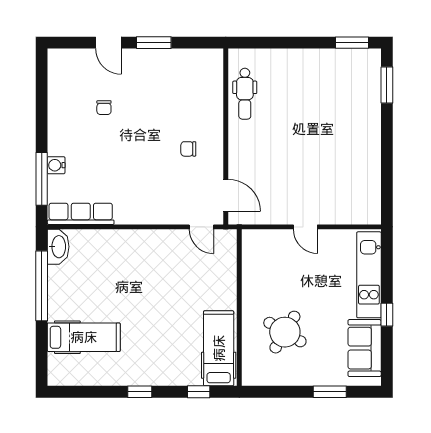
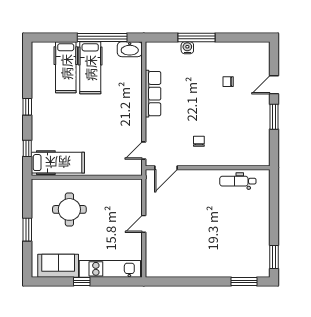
window: (42, 179) -> (197, 38), moved
row of seats: (81, 214) -> (153, 94), moved
hospital bed: (84, 303) -> (90, 68), added
round table: (285, 332) -> (69, 209), turned -31
window: (330, 392) -> (27, 230), moved

